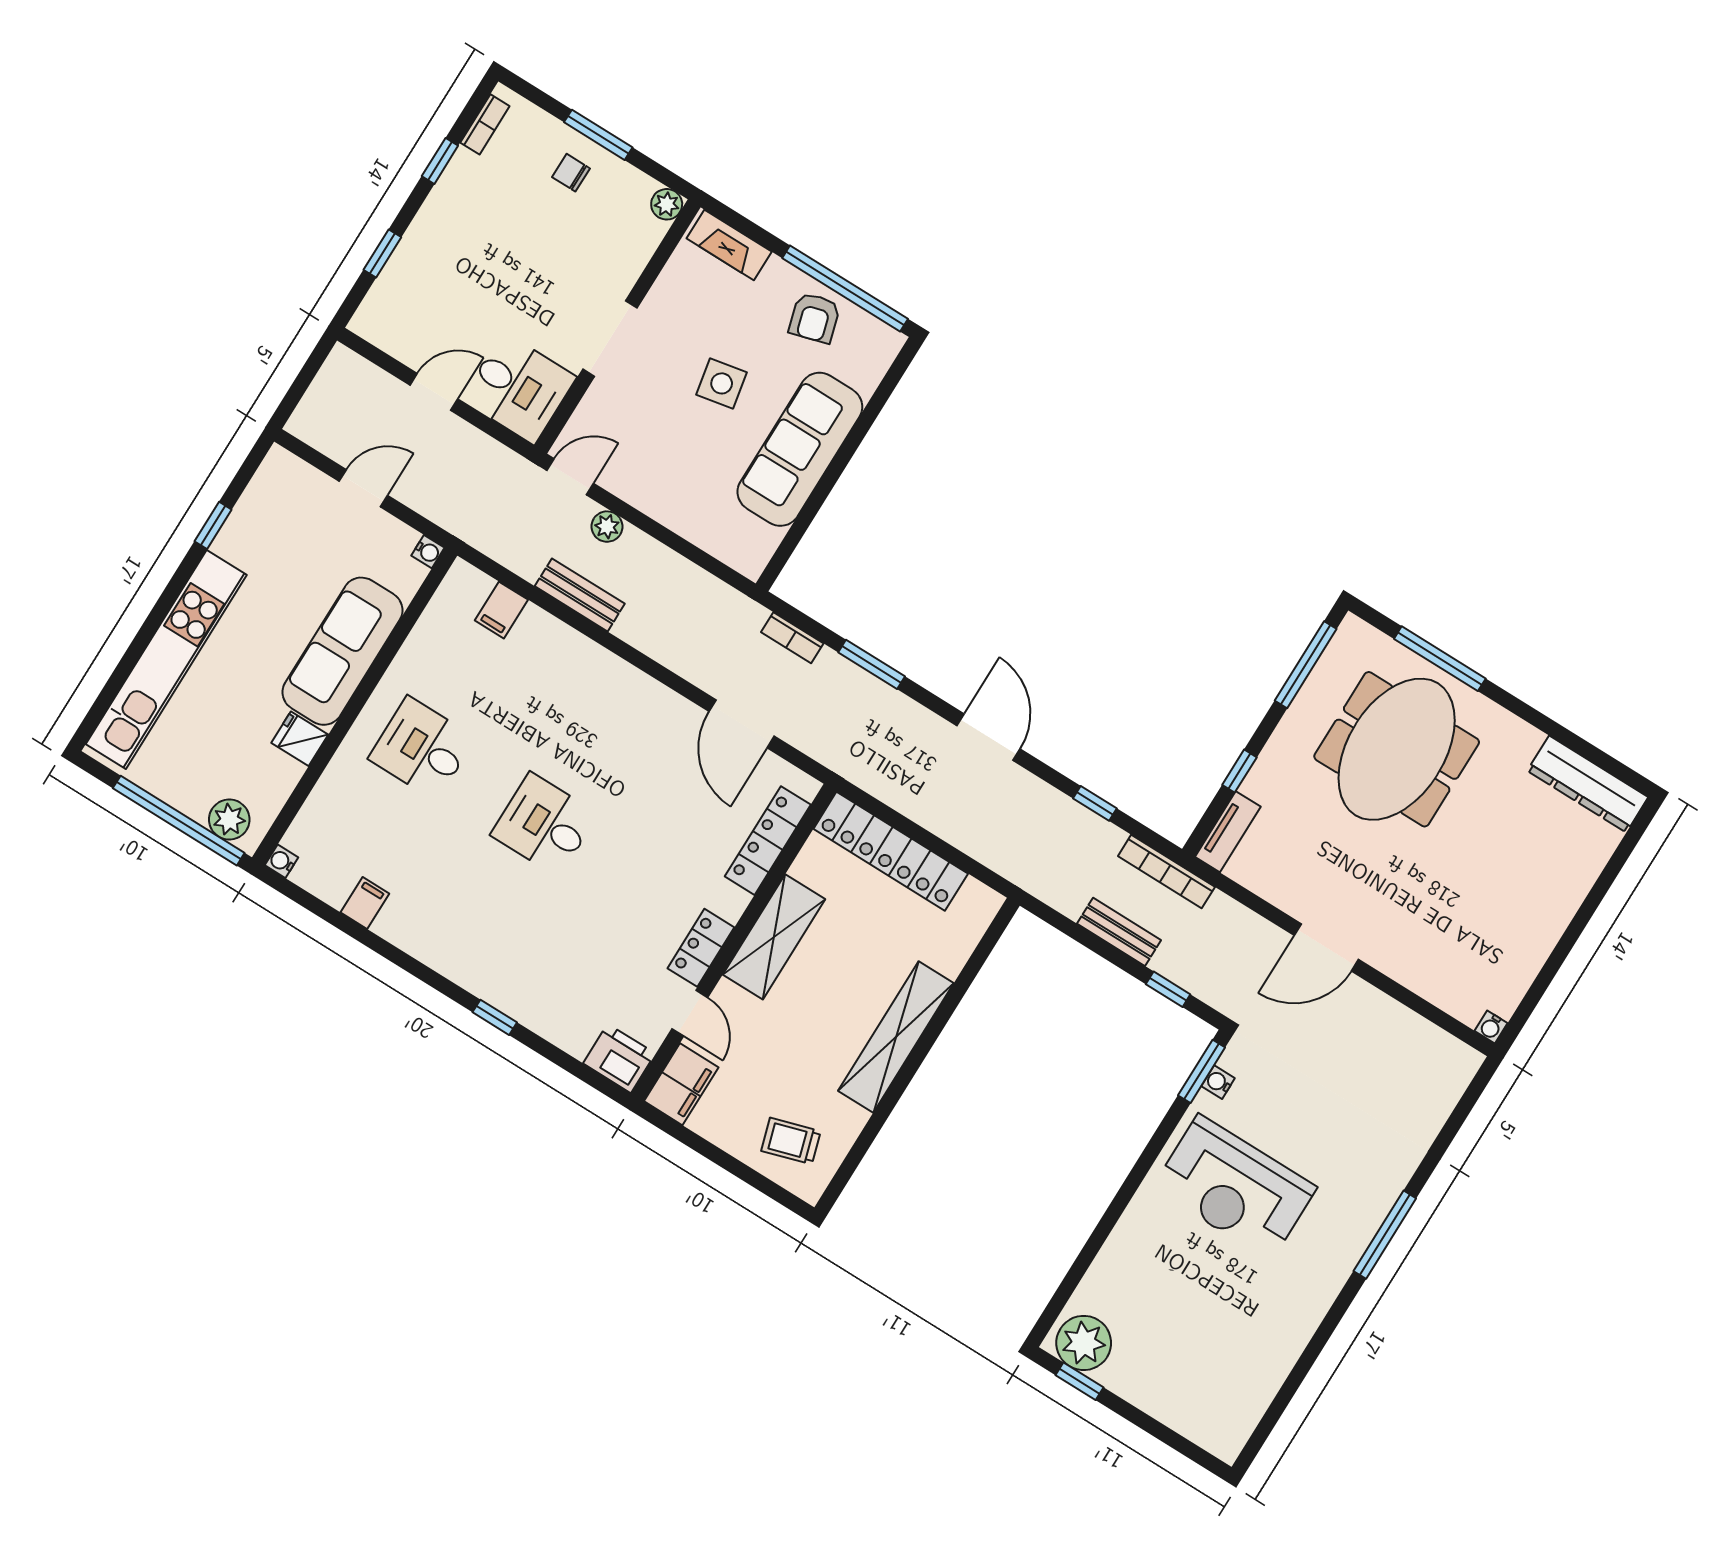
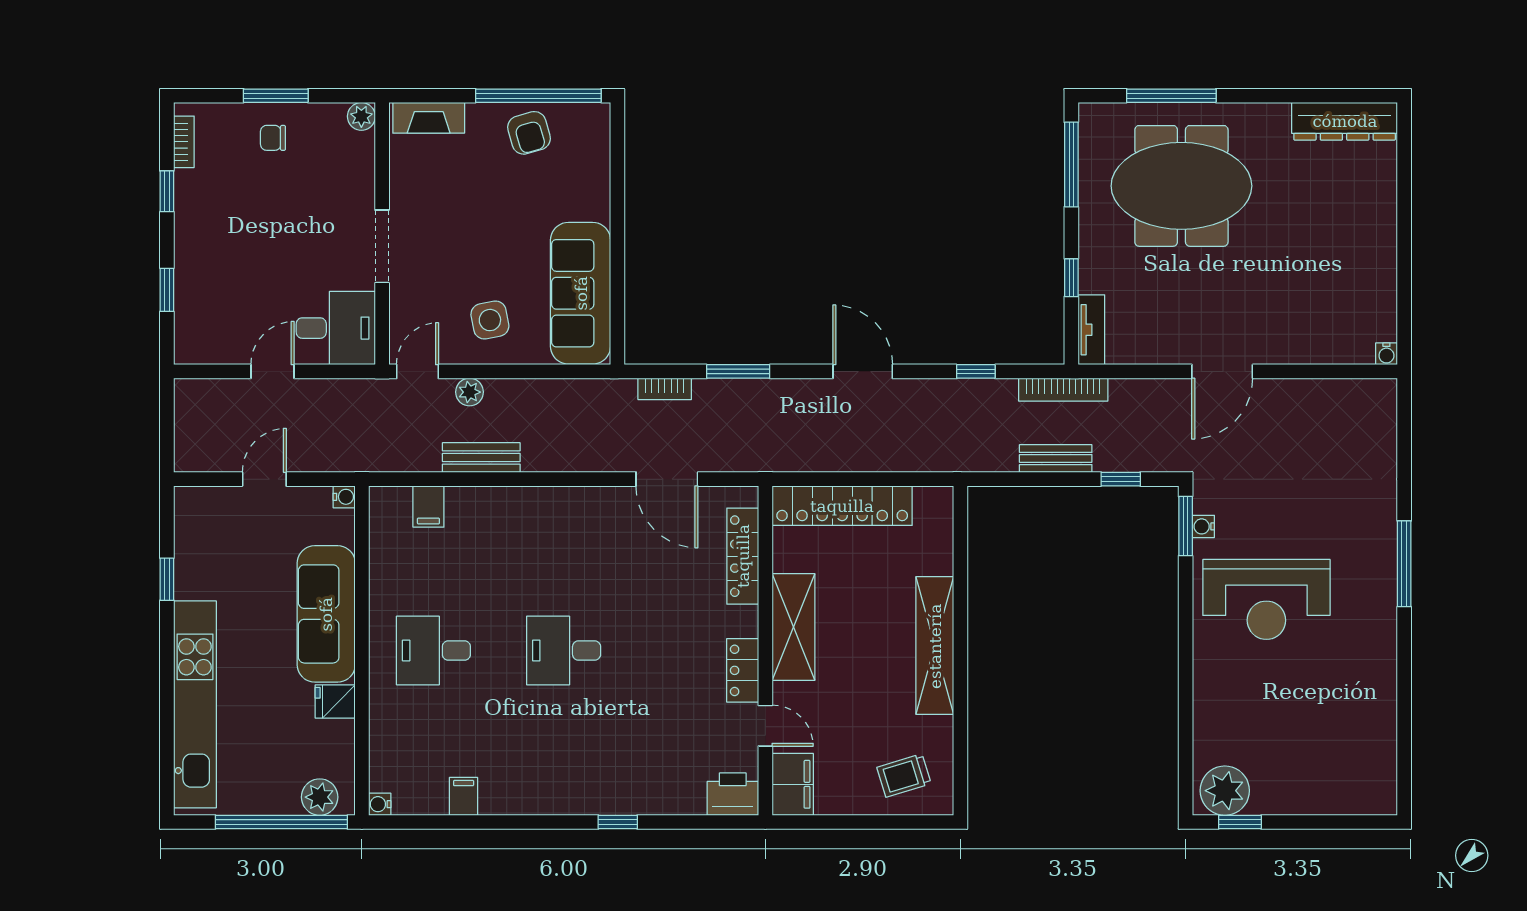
side table: (722, 383) -> (490, 320), moved
sofa: (800, 449) -> (581, 293), moved
meeting table: (1397, 749) -> (1181, 186), turned 90

